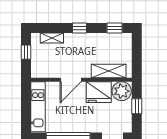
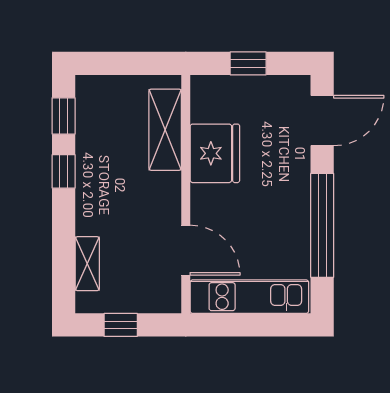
window: (79, 28) -> (64, 171), moved
door: (71, 80) -> (186, 250), moved
plant: (122, 91) -> (213, 99), removed

